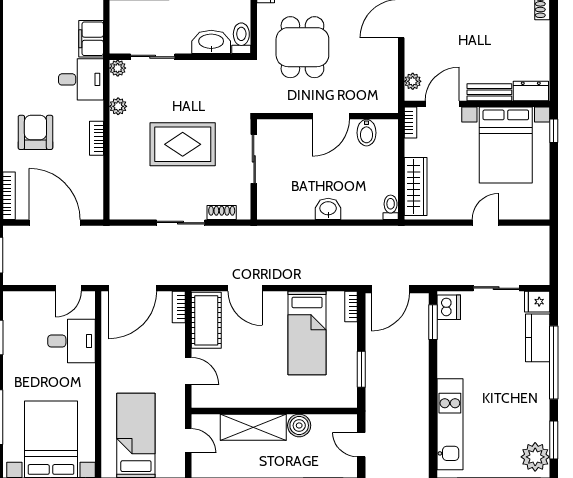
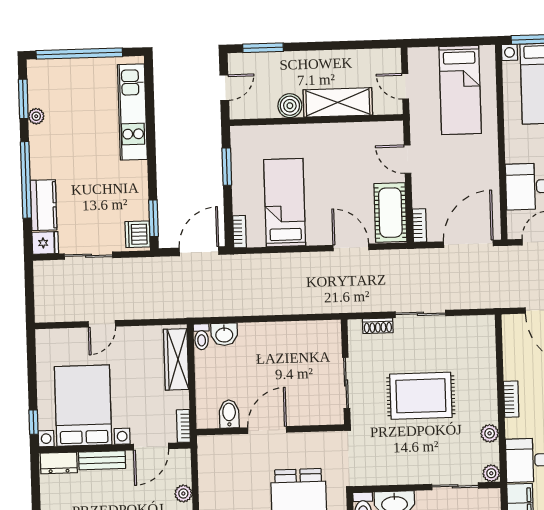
plant: (413, 81) -> (183, 494), moved
washbasin: (328, 209) -> (224, 334), moved
door: (361, 445) -> (224, 88), hinge flipped
plant: (535, 457) -> (36, 116), moved, width x0.53, depth x0.53

